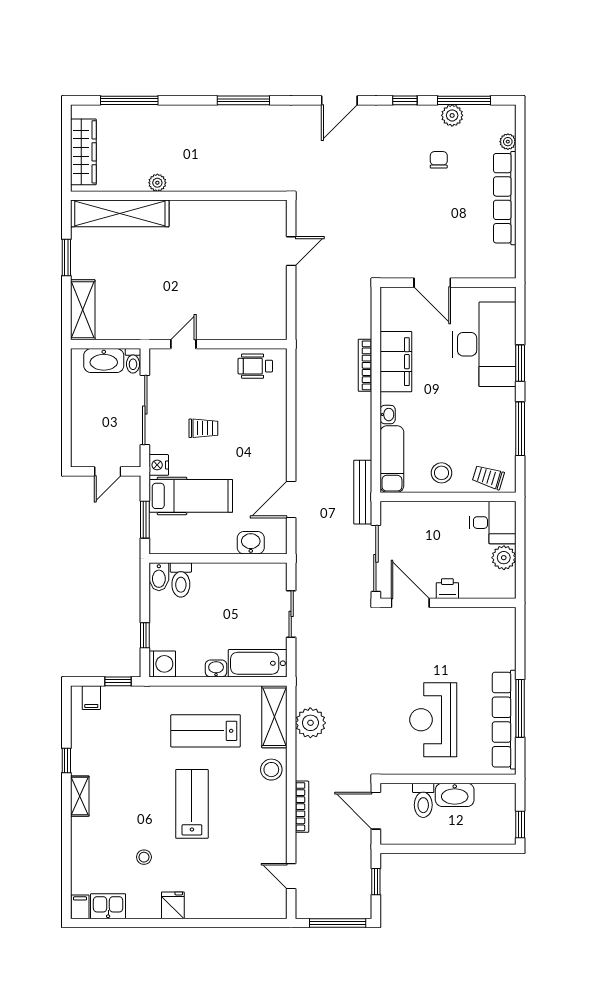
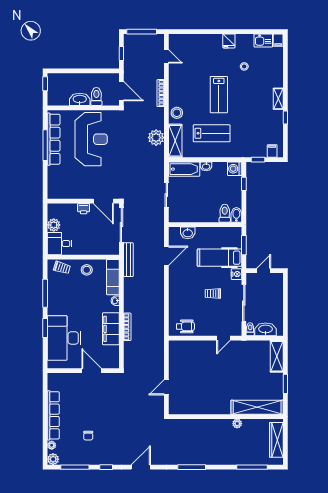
plant: (452, 115) -> (53, 459), moved
reception desk: (433, 720) -> (91, 139), width x1.36, depth x1.30

